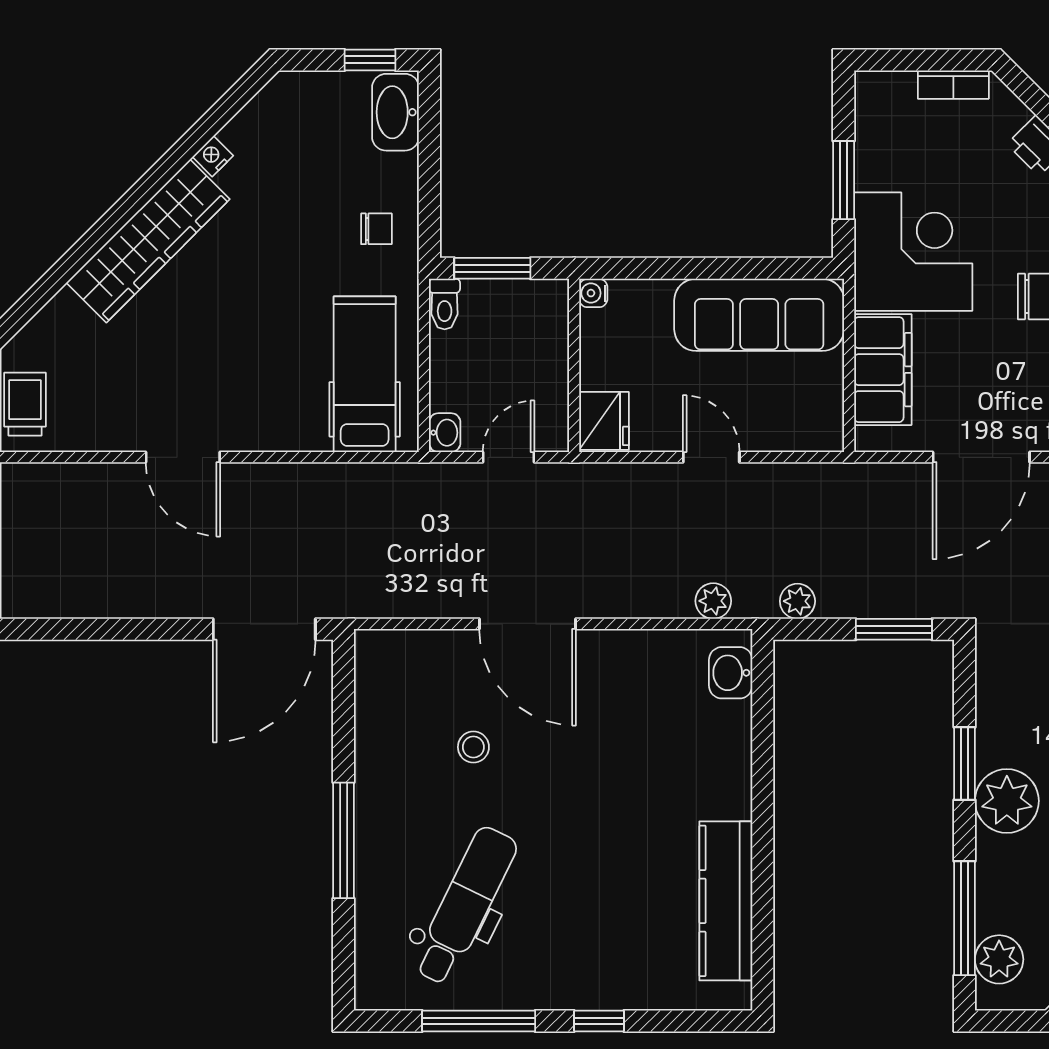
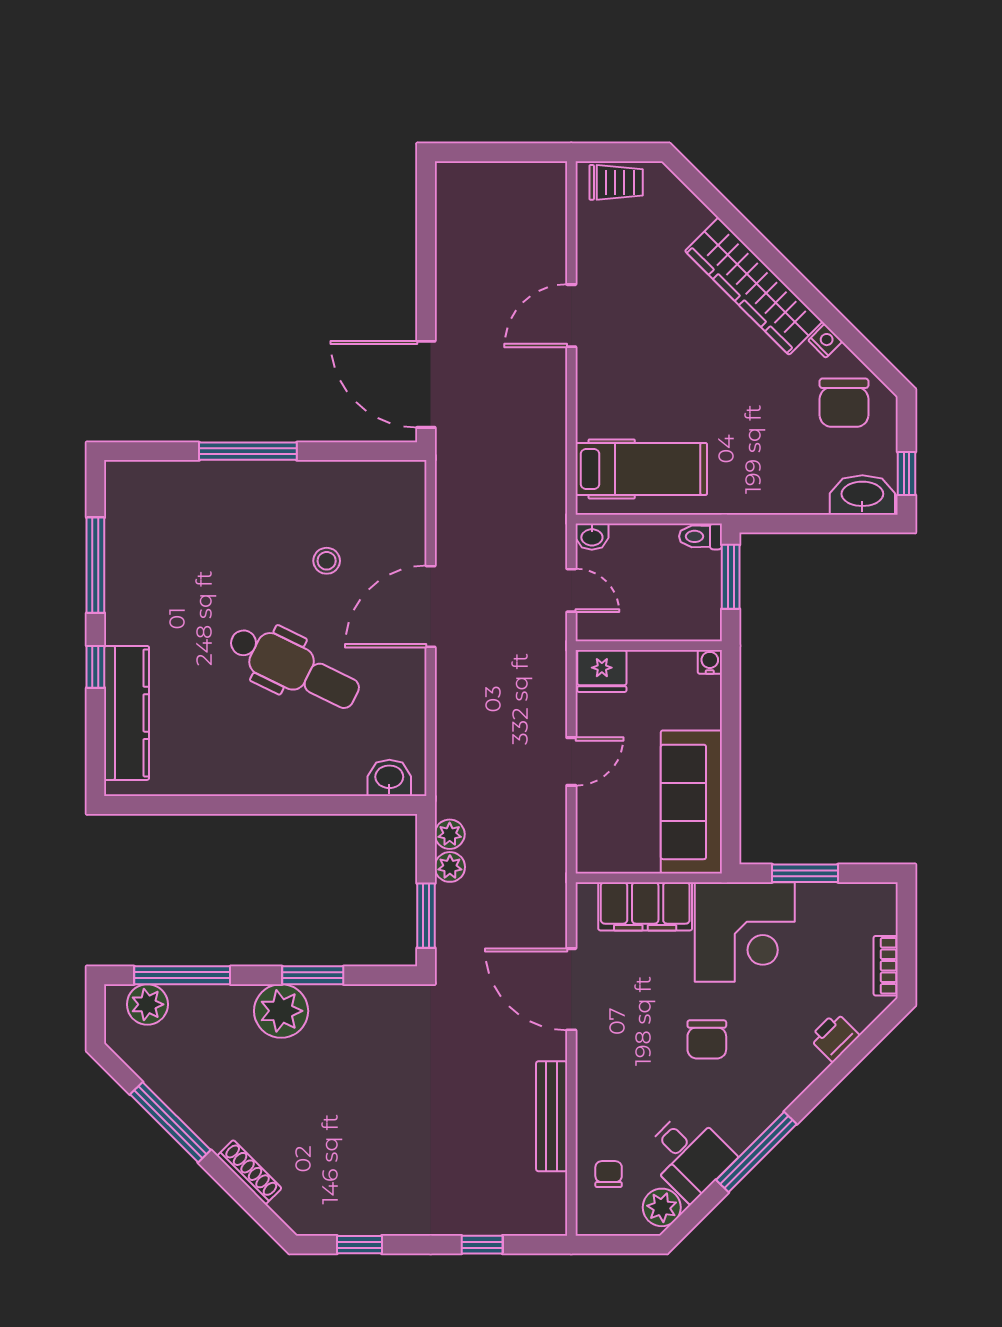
chair: (376, 229) -> (844, 403), moved, width x1.87, depth x1.87
plant: (713, 601) -> (450, 867), moved
kitchen counter: (726, 901) -> (127, 713), moved, turned 90
dental chair: (465, 906) -> (294, 667), moved

